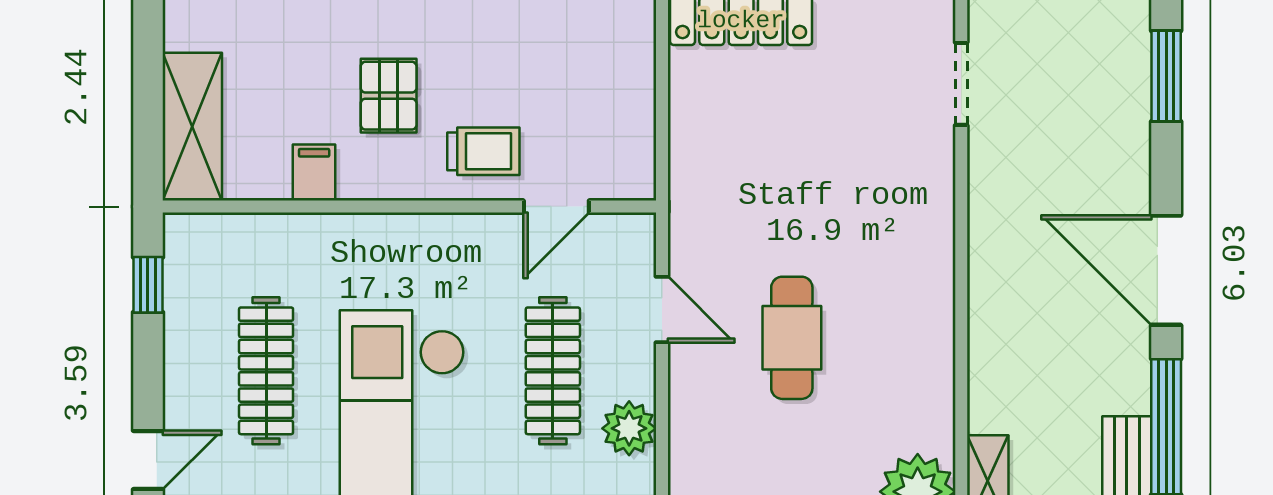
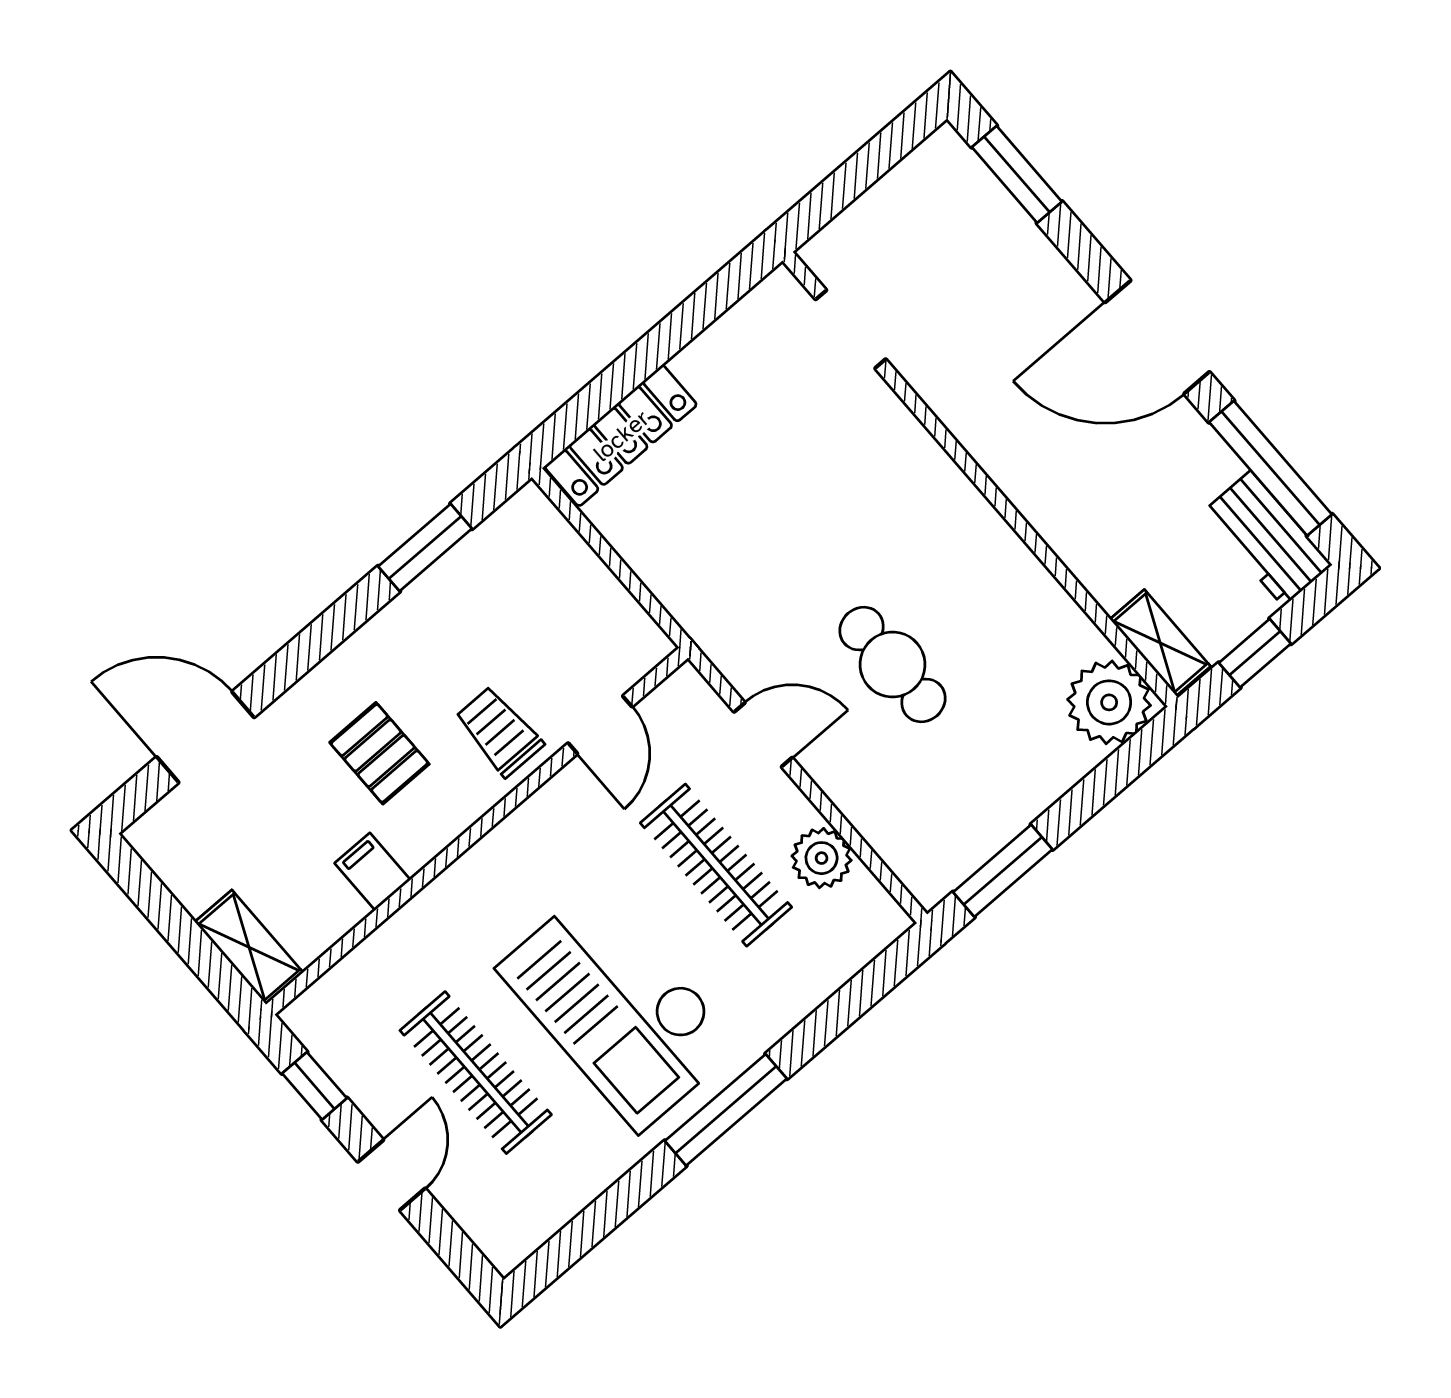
shelving: (192, 127) -> (249, 947), width x0.67, depth x0.75
trolley: (483, 151) -> (499, 731), turned -90
door: (148, 460) -> (392, 1175), moved

